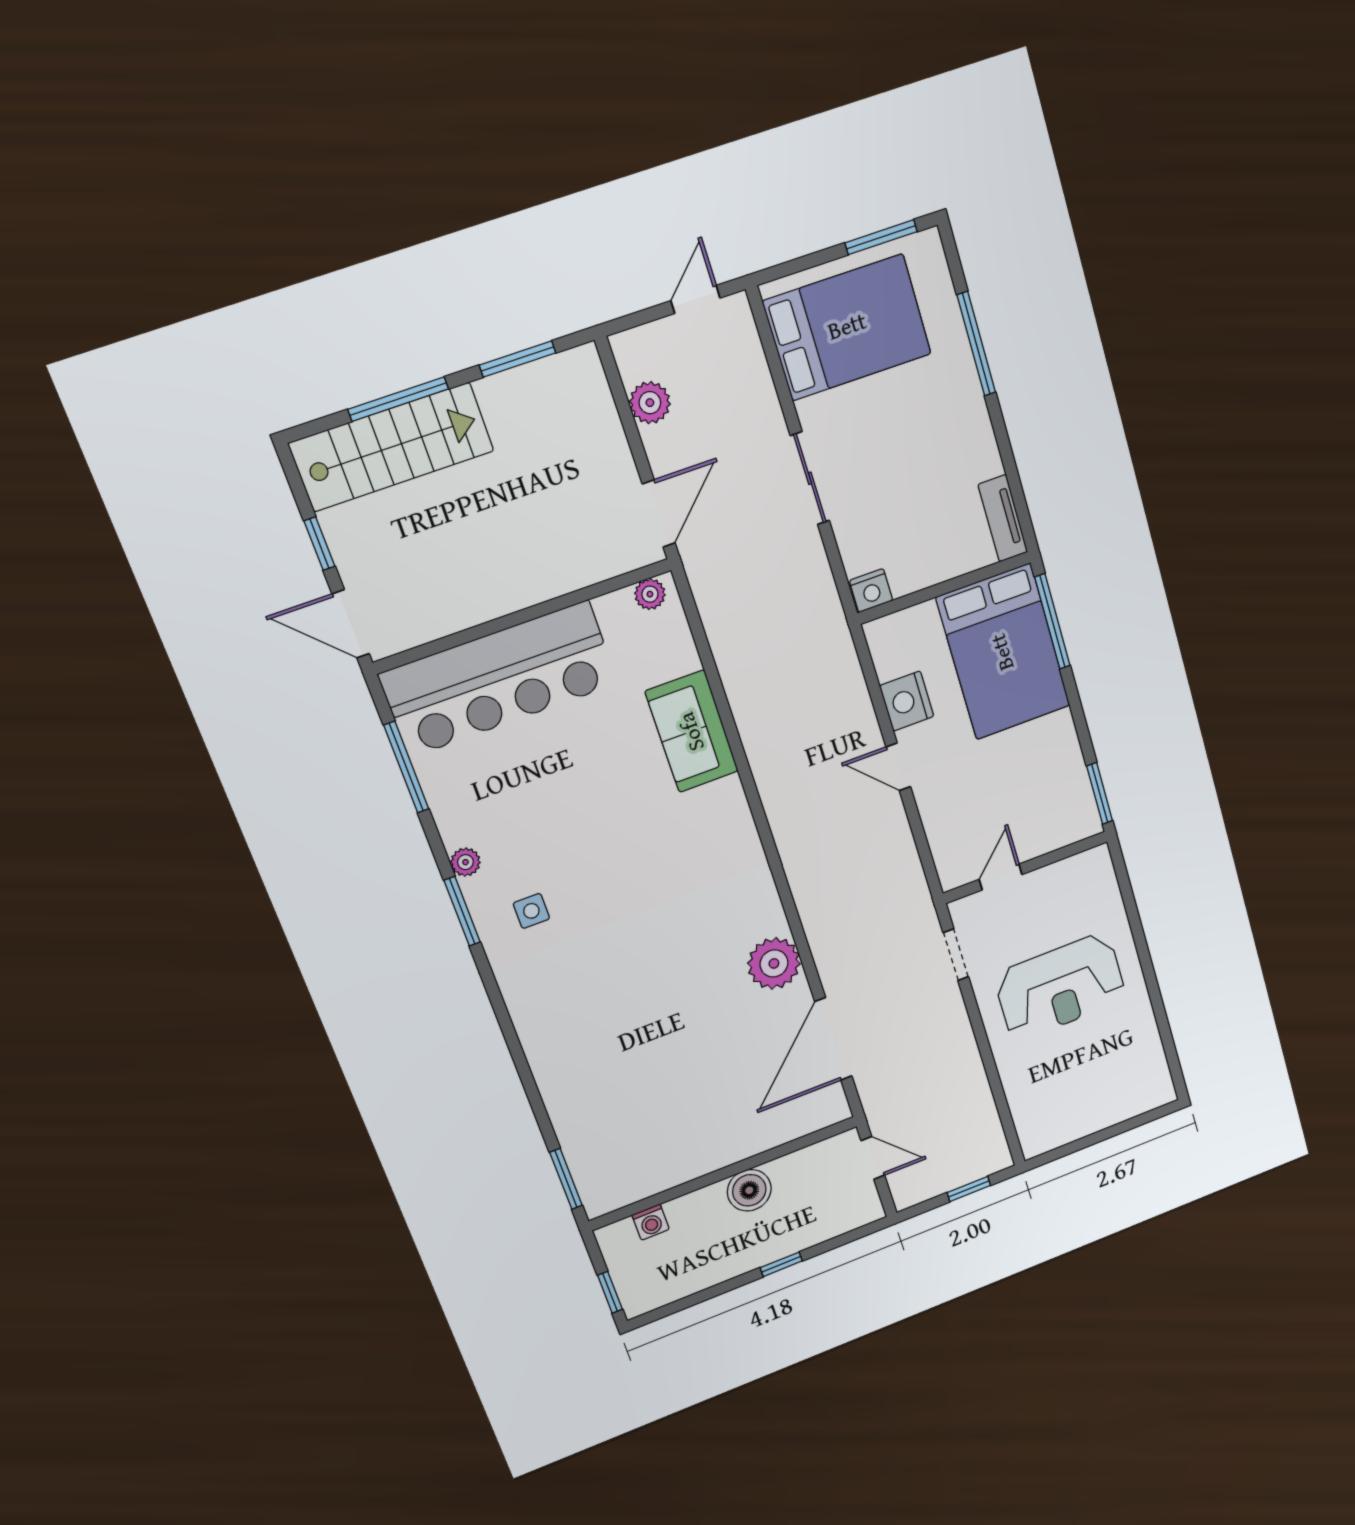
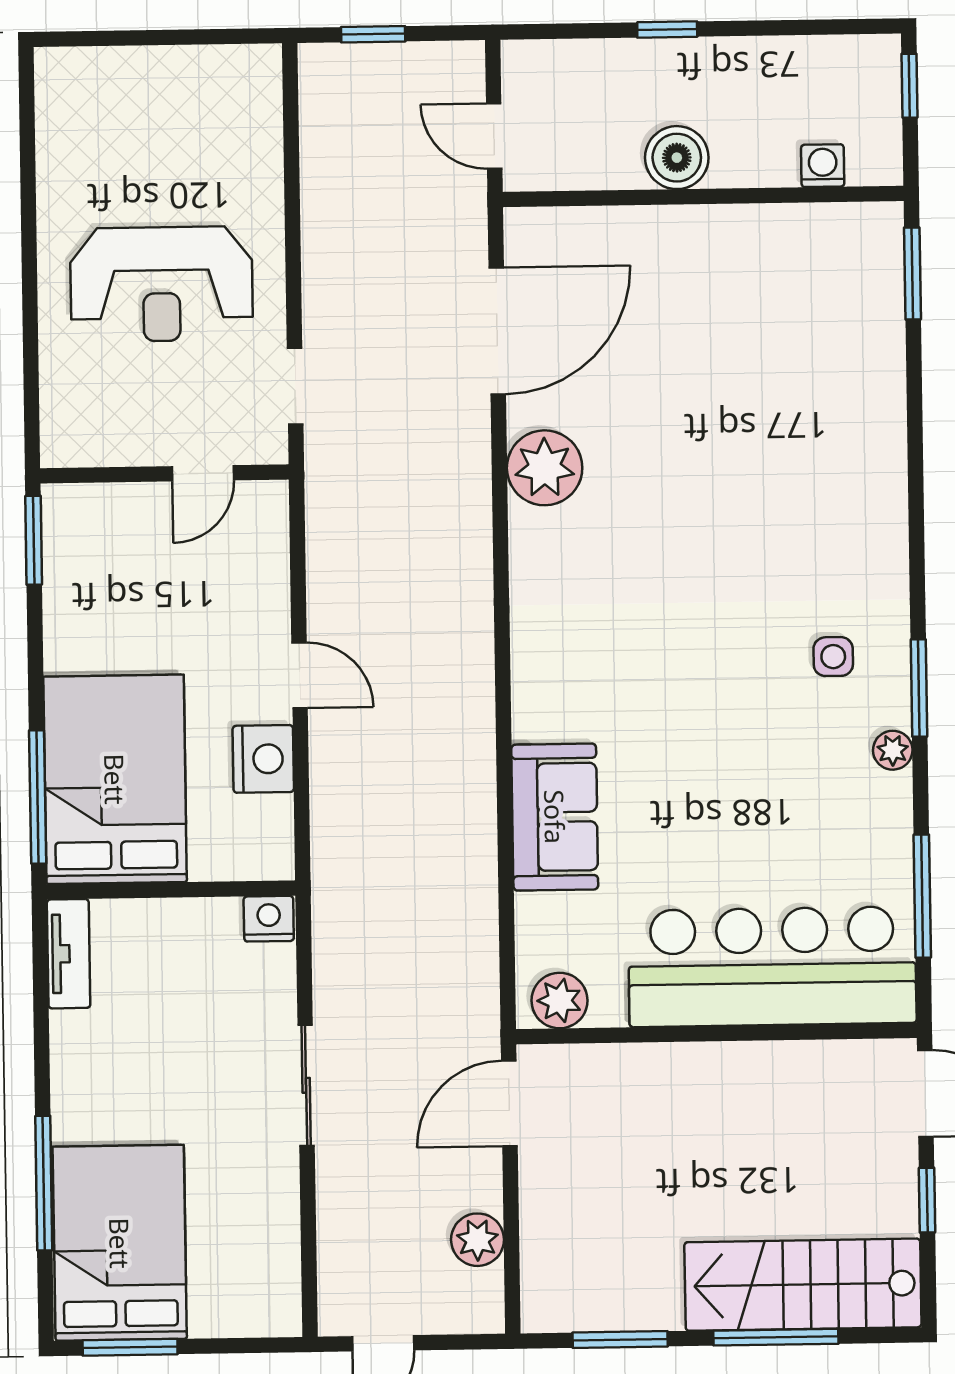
bed: (847, 327) -> (120, 1243), moved, turned 90
plant: (650, 594) -> (560, 1001), width x1.38, depth x1.38
reception desk: (1060, 987) -> (161, 284), turned 180

